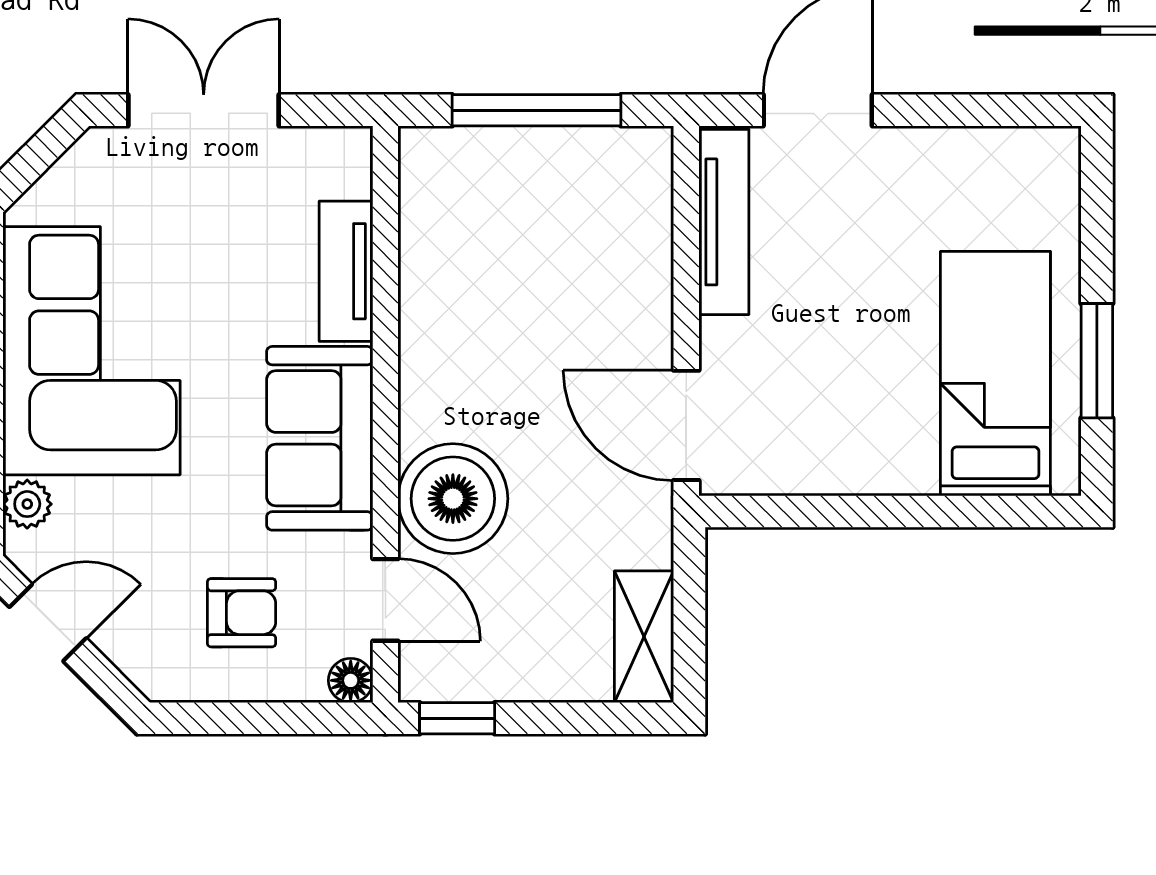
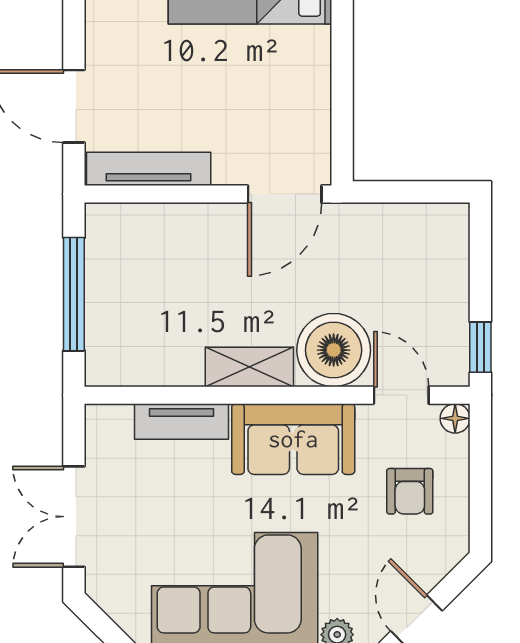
door: (385, 600) -> (401, 395), hinge flipped
armchair: (242, 613) -> (410, 491), turned 180
shelving: (644, 637) -> (249, 367), moved

